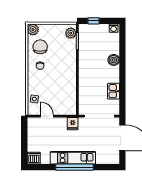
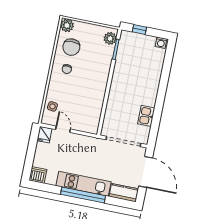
chair: (40, 47) -> (71, 47), turned 180
boiler: (114, 60) -> (154, 80), removed
fridge: (73, 124) -> (44, 135), moved
kitchen counter: (108, 158) -> (124, 193), added

